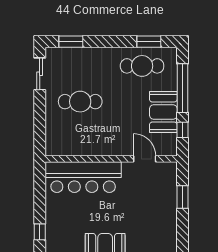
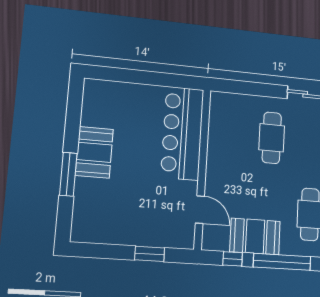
door: (145, 159) -> (200, 210), hinge flipped
window: (40, 232) -> (119, 75), removed

